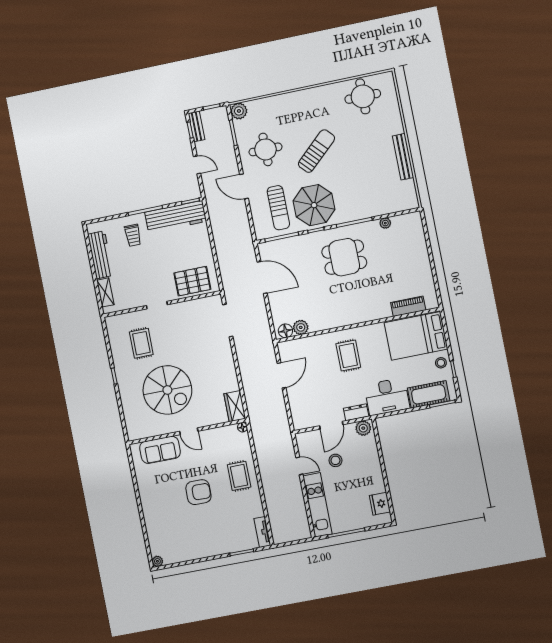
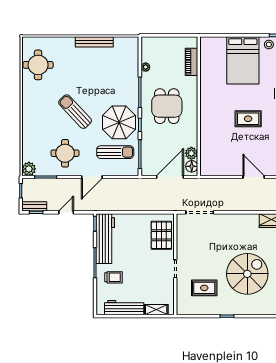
piano: (408, 306) -> (191, 62), moved
wall: (358, 325) -> (199, 106), moved
plant: (301, 327) -> (191, 153), moved
floor lamp: (285, 331) -> (192, 166), moved

